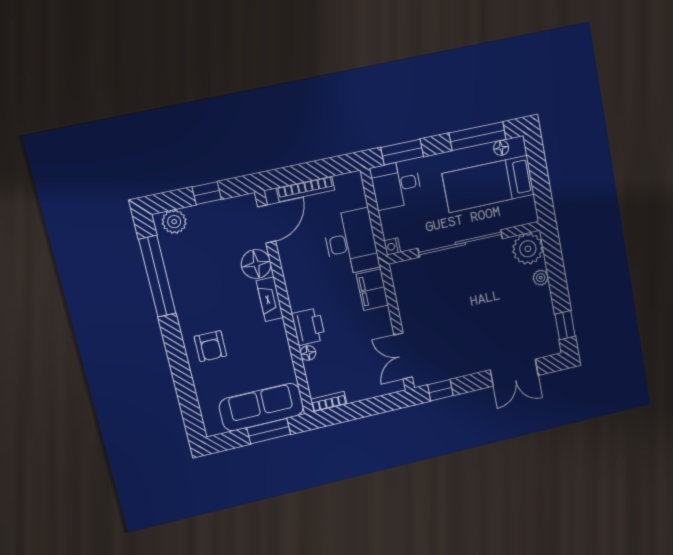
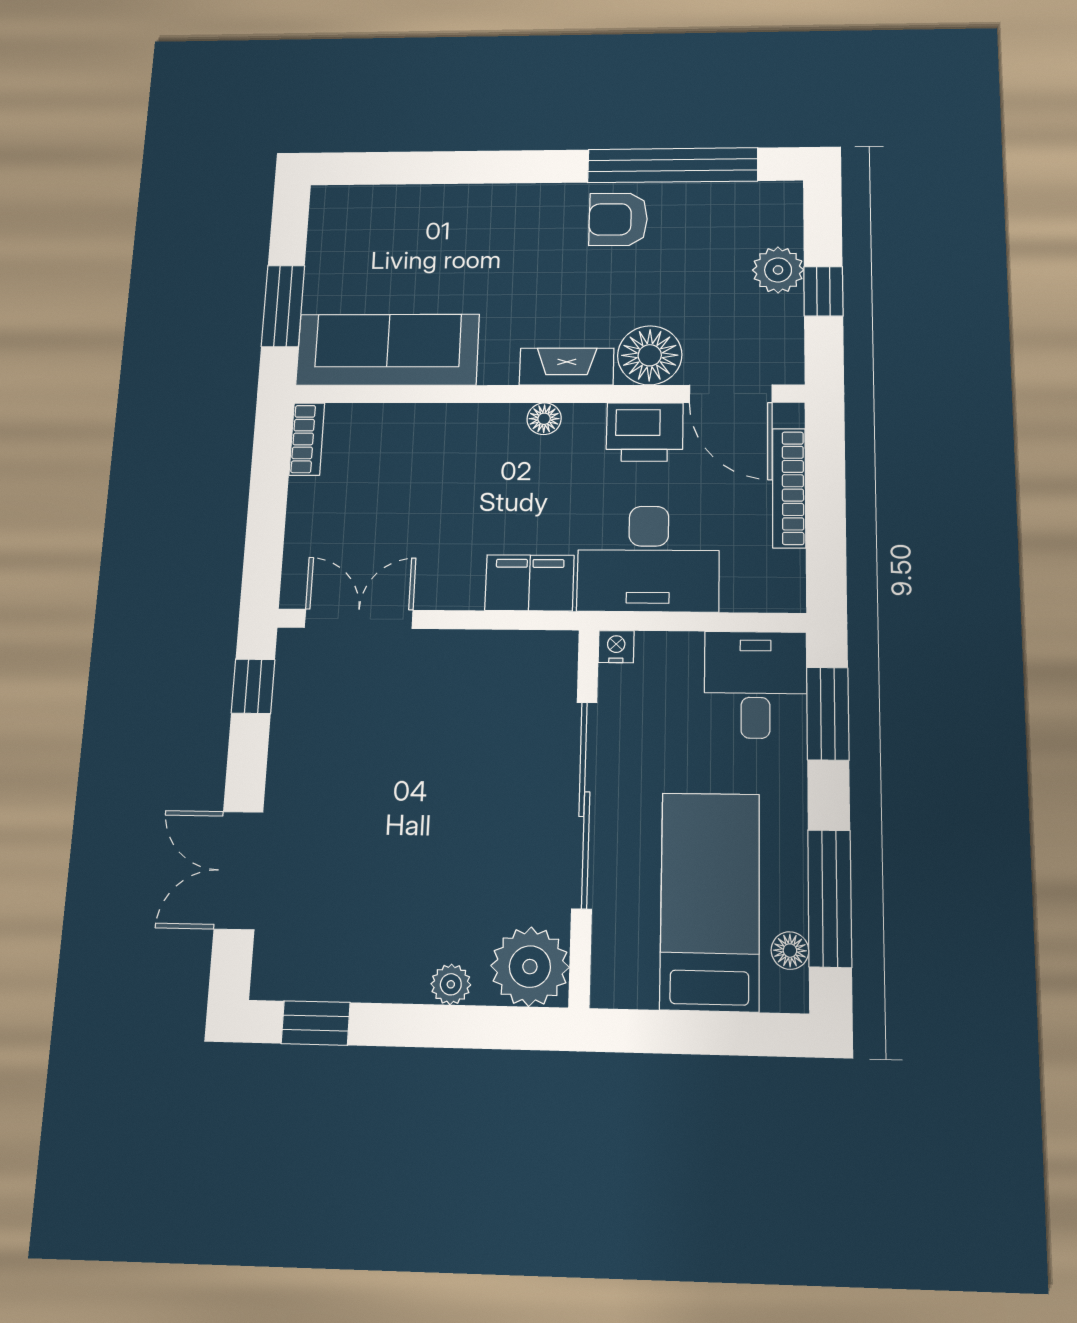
plant: (174, 222) -> (778, 270), moved
printer: (309, 327) -> (645, 432), moved
armchair: (210, 346) -> (618, 219), moved
floor lamp: (308, 353) -> (544, 419), moved
sofa: (262, 407) -> (388, 350), moved, turned -90

